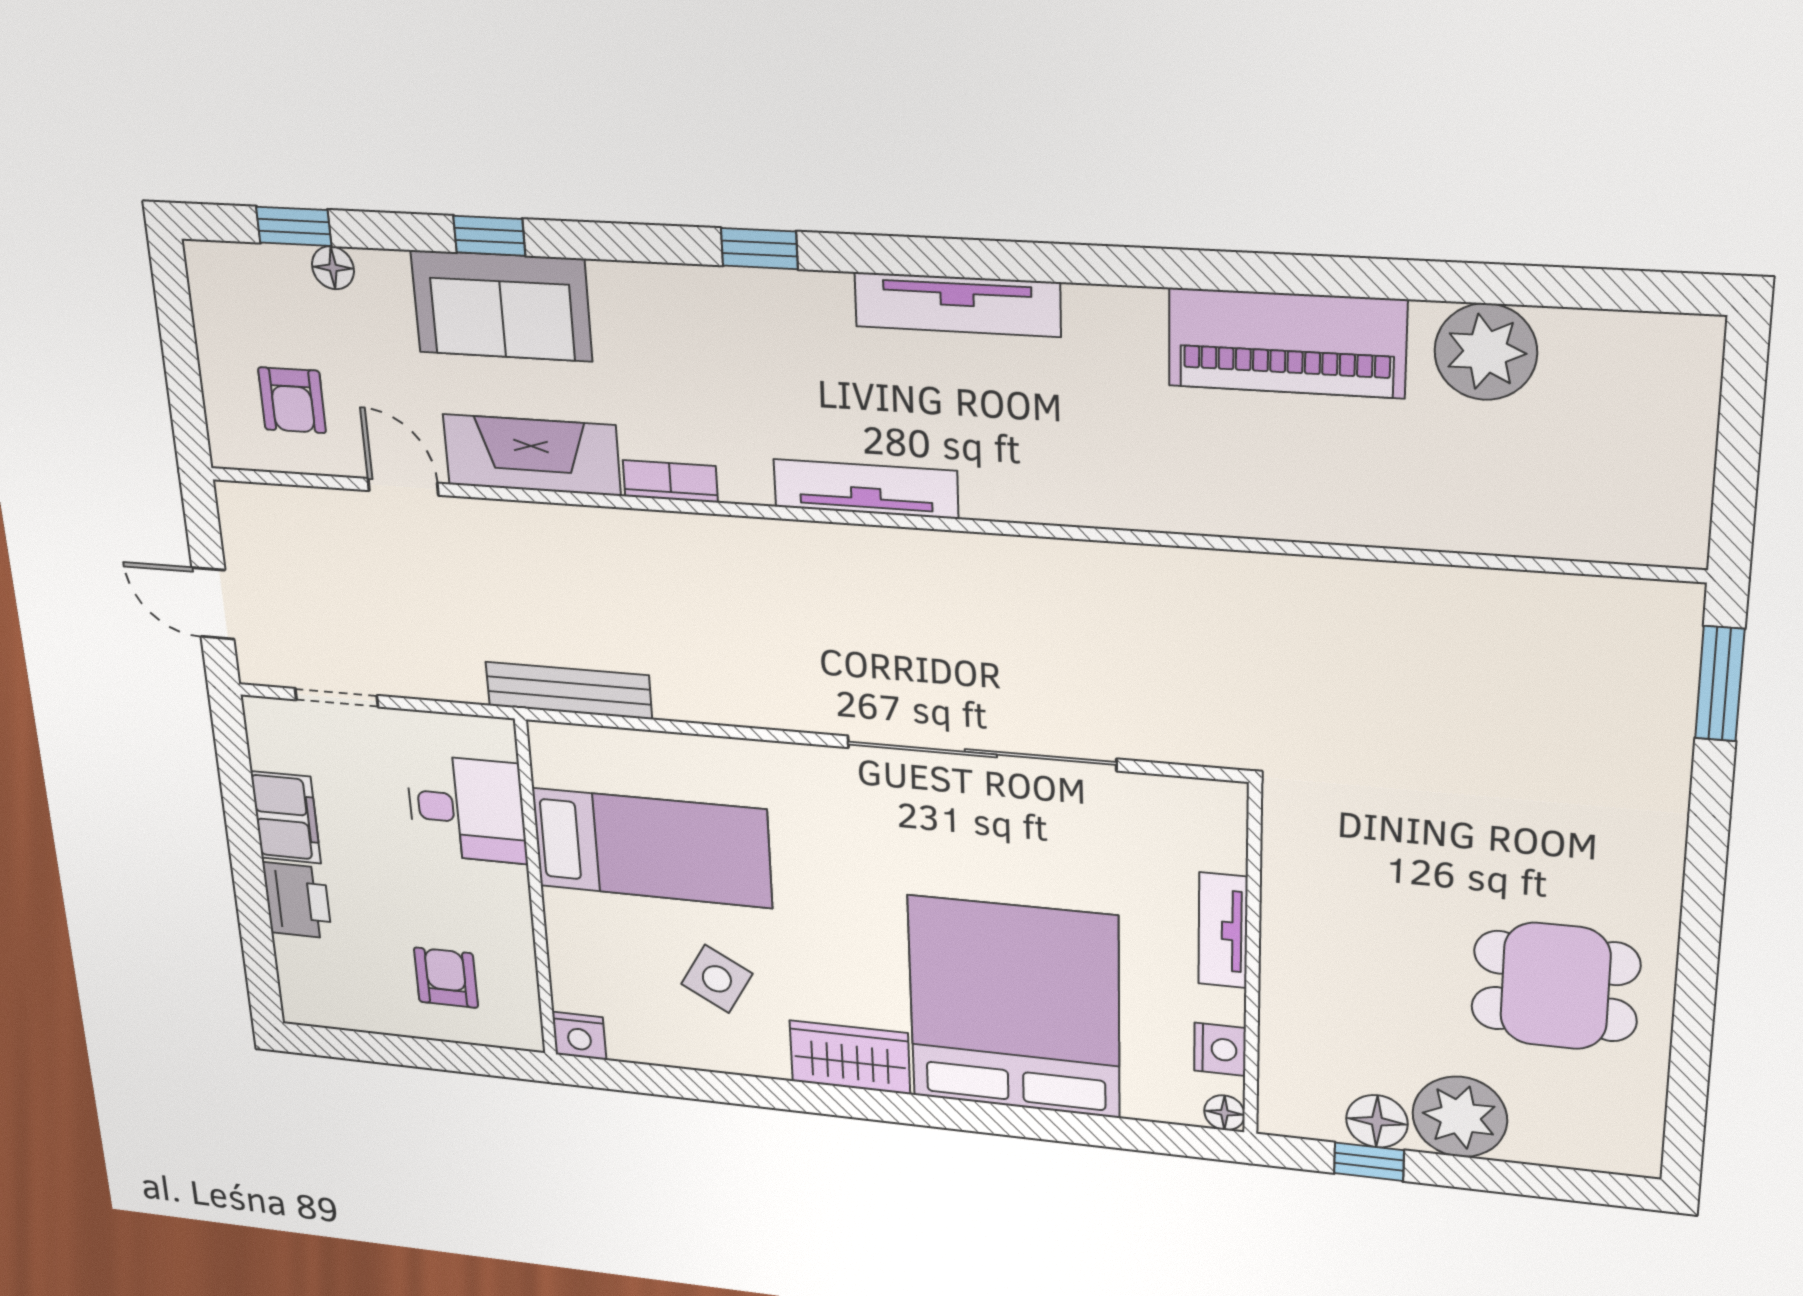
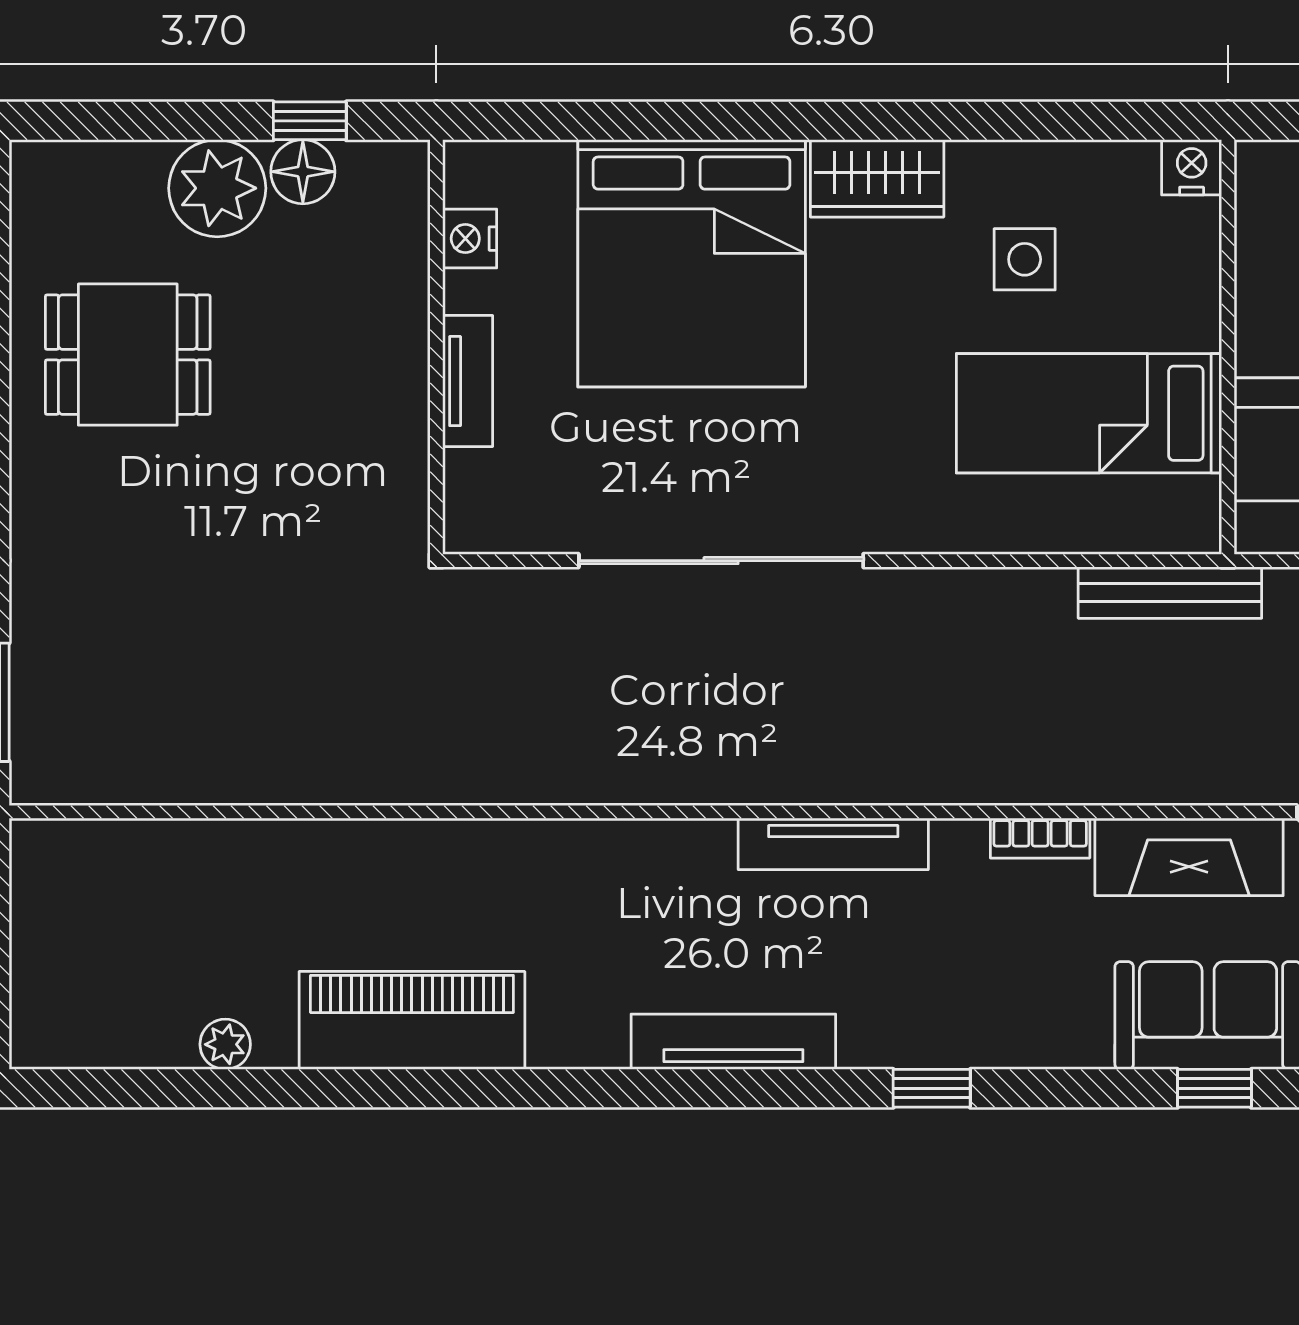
plant: (1486, 352) -> (225, 1044), width x0.53, depth x0.53
side table: (717, 979) -> (1025, 259), turned -30
floor lamp: (1224, 1113) -> (464, 161), removed

